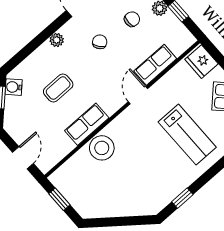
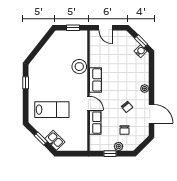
fridge: (202, 62) -> (79, 144), removed
coffee table: (58, 88) -> (123, 71), removed
row of seats: (87, 124) -> (96, 80), moved
lab bench: (187, 135) -> (52, 110), turned 180

